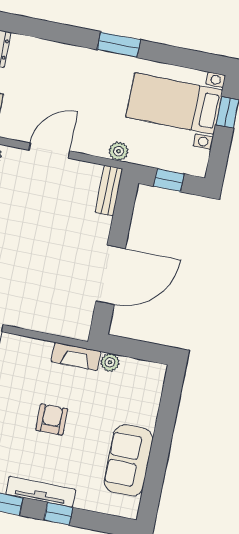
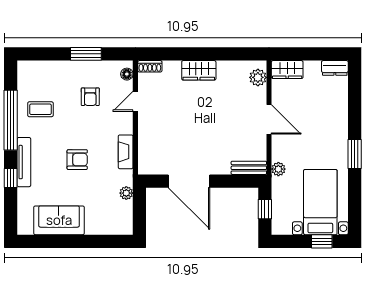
fireplace: (76, 356) -> (126, 152), moved

